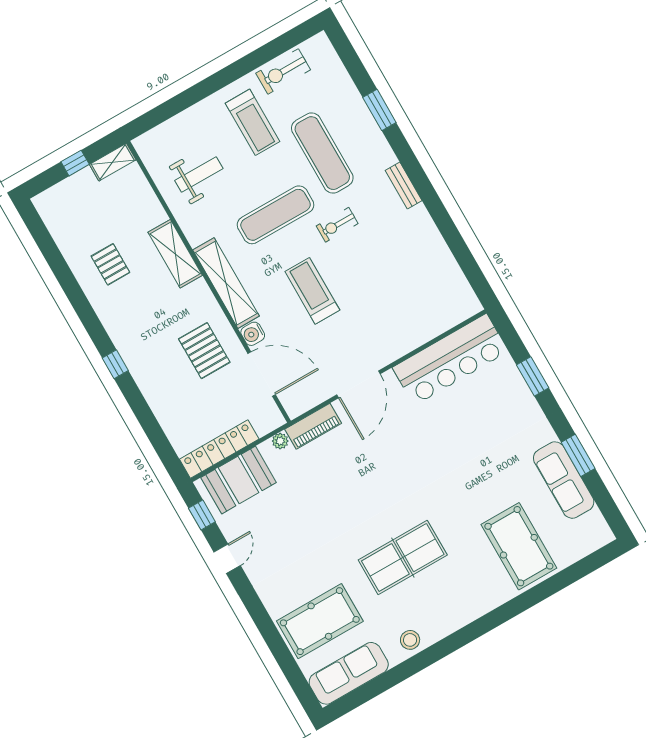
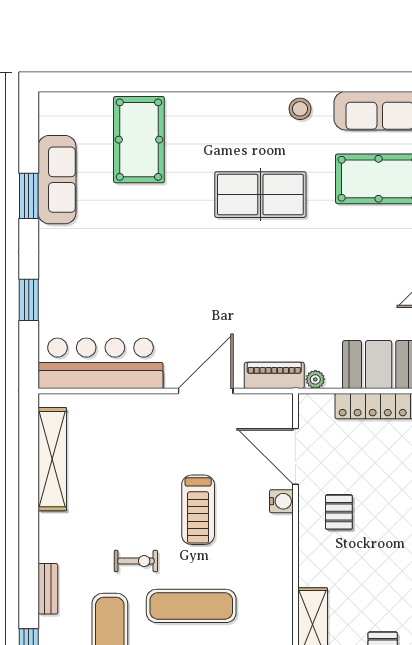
bench: (404, 186) -> (48, 589), moved
shelving: (226, 283) -> (52, 459), moved
pallet: (204, 351) -> (339, 512), width x0.67, depth x0.71

